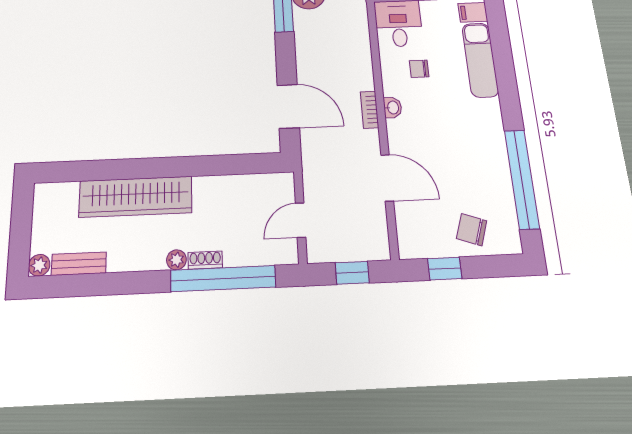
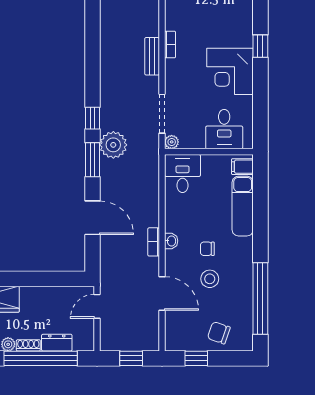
chair: (419, 69) -> (207, 249), moved
door: (288, 106) -> (92, 218), moved
stool: (450, 155) -> (210, 279), added
door: (301, 220) -> (97, 306), moved
dresser: (245, 254) -> (57, 343), added

